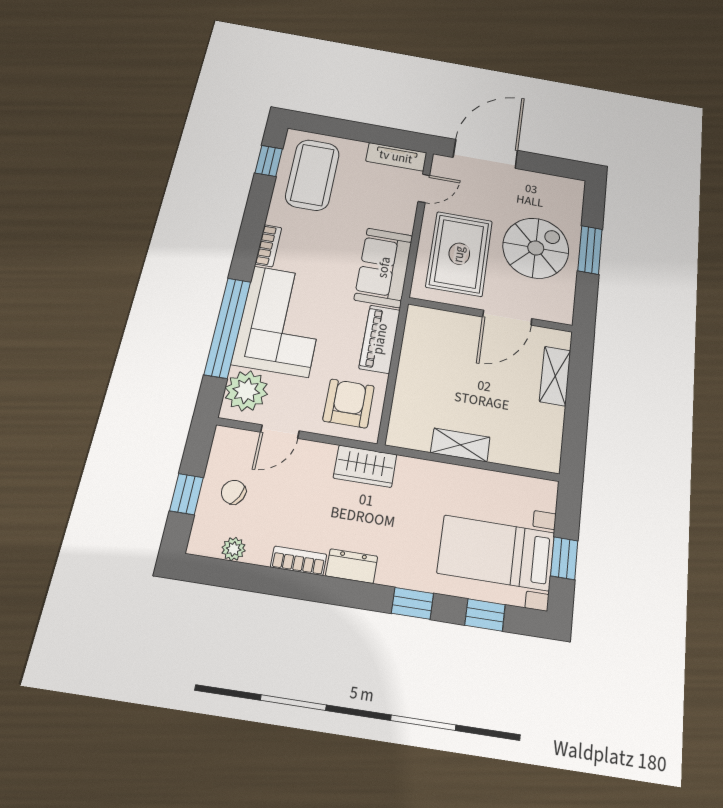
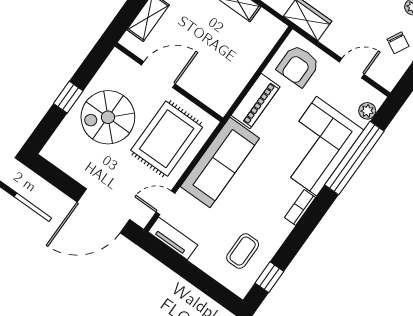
coffee table: (312, 175) -> (243, 251), width x0.54, depth x0.58
window: (590, 250) -> (68, 97), width x0.67
sofa: (384, 267) -> (220, 162), width x1.36
plant: (246, 391) -> (367, 111), width x0.53, depth x0.53

